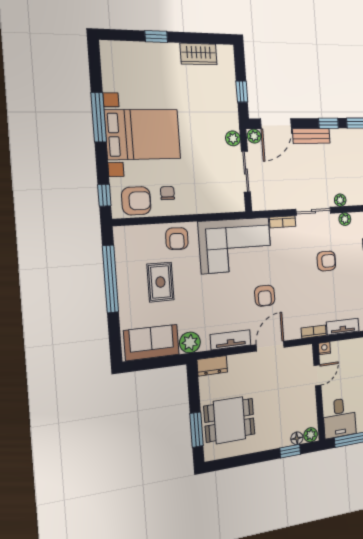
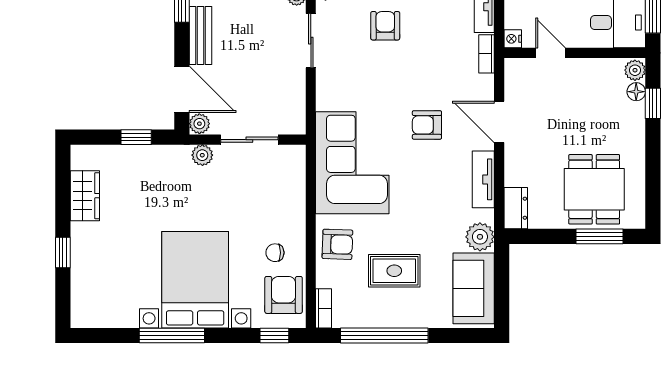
bookcase: (283, 222) -> (324, 308), moved
armchair: (265, 296) -> (427, 125), turned 180

